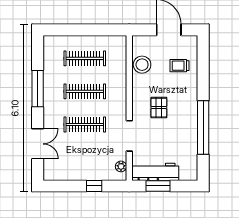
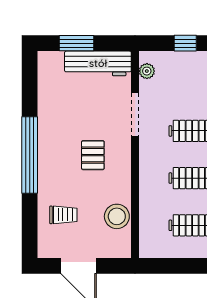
window: (203, 127) -> (30, 155), moved
window: (158, 186) -> (77, 43), moved

